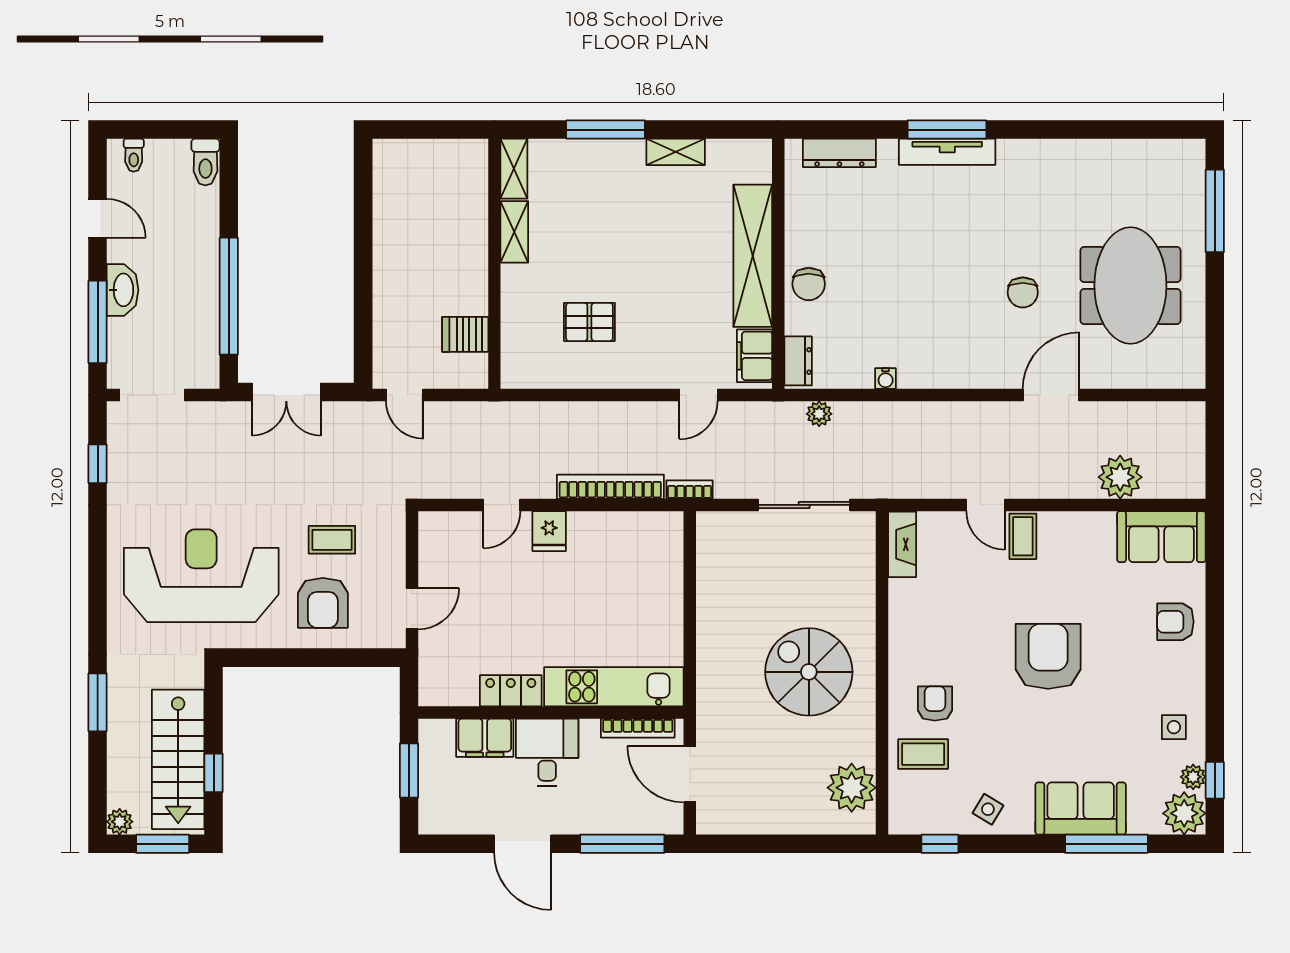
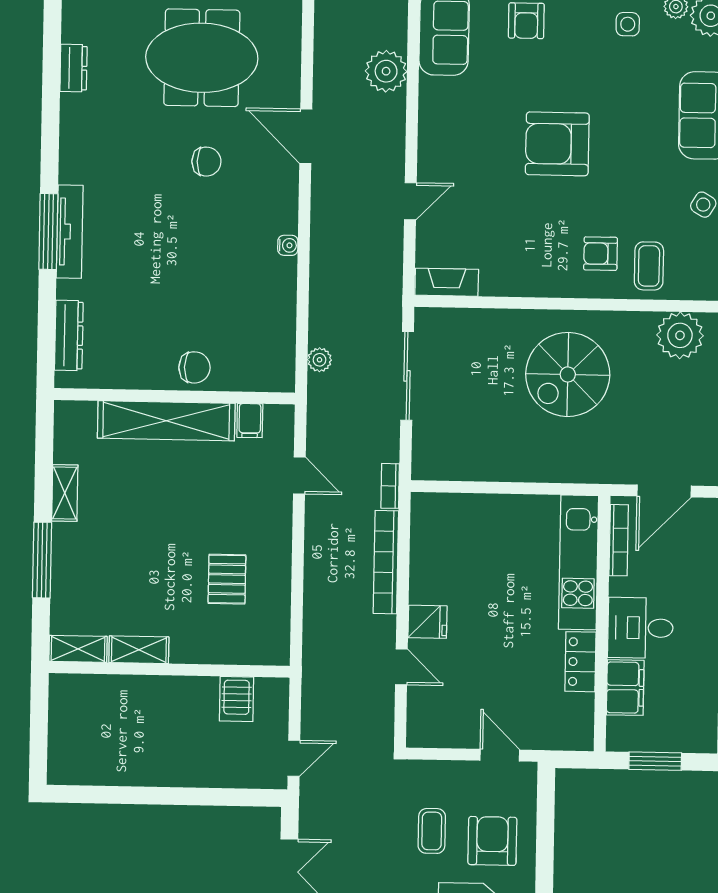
filing cabinet: (755, 356) -> (250, 421), width x0.50
dresser: (798, 361) -> (74, 68), moved, turned 90
water cooler: (886, 379) -> (288, 245), moved
coffee table: (1023, 536) -> (441, 166), removed
armchair: (323, 603) -> (492, 841), turned -90

